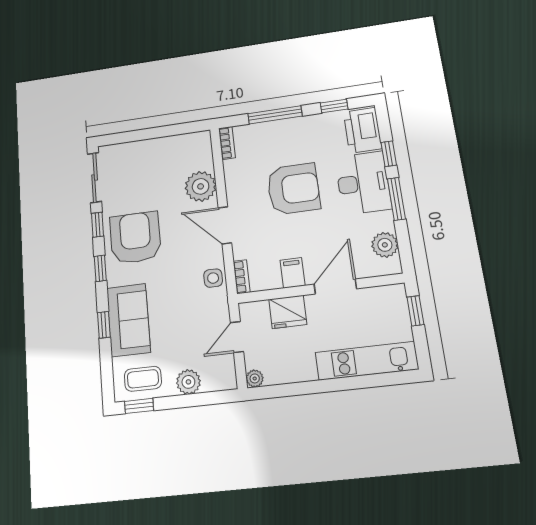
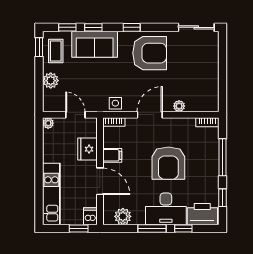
plant: (201, 186) -> (179, 106), width x0.53, depth x0.53
window: (98, 225) -> (67, 27), moved
dishwasher: (393, 295) -> (90, 216), added

